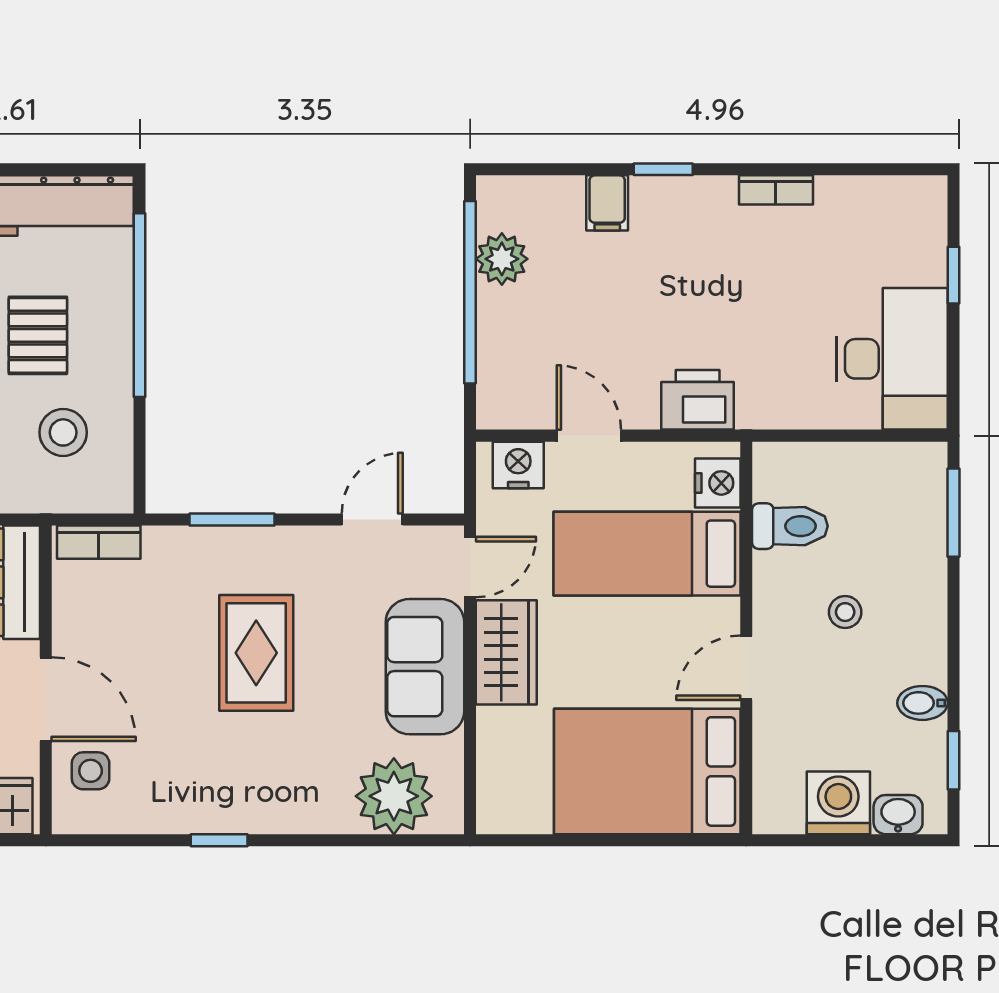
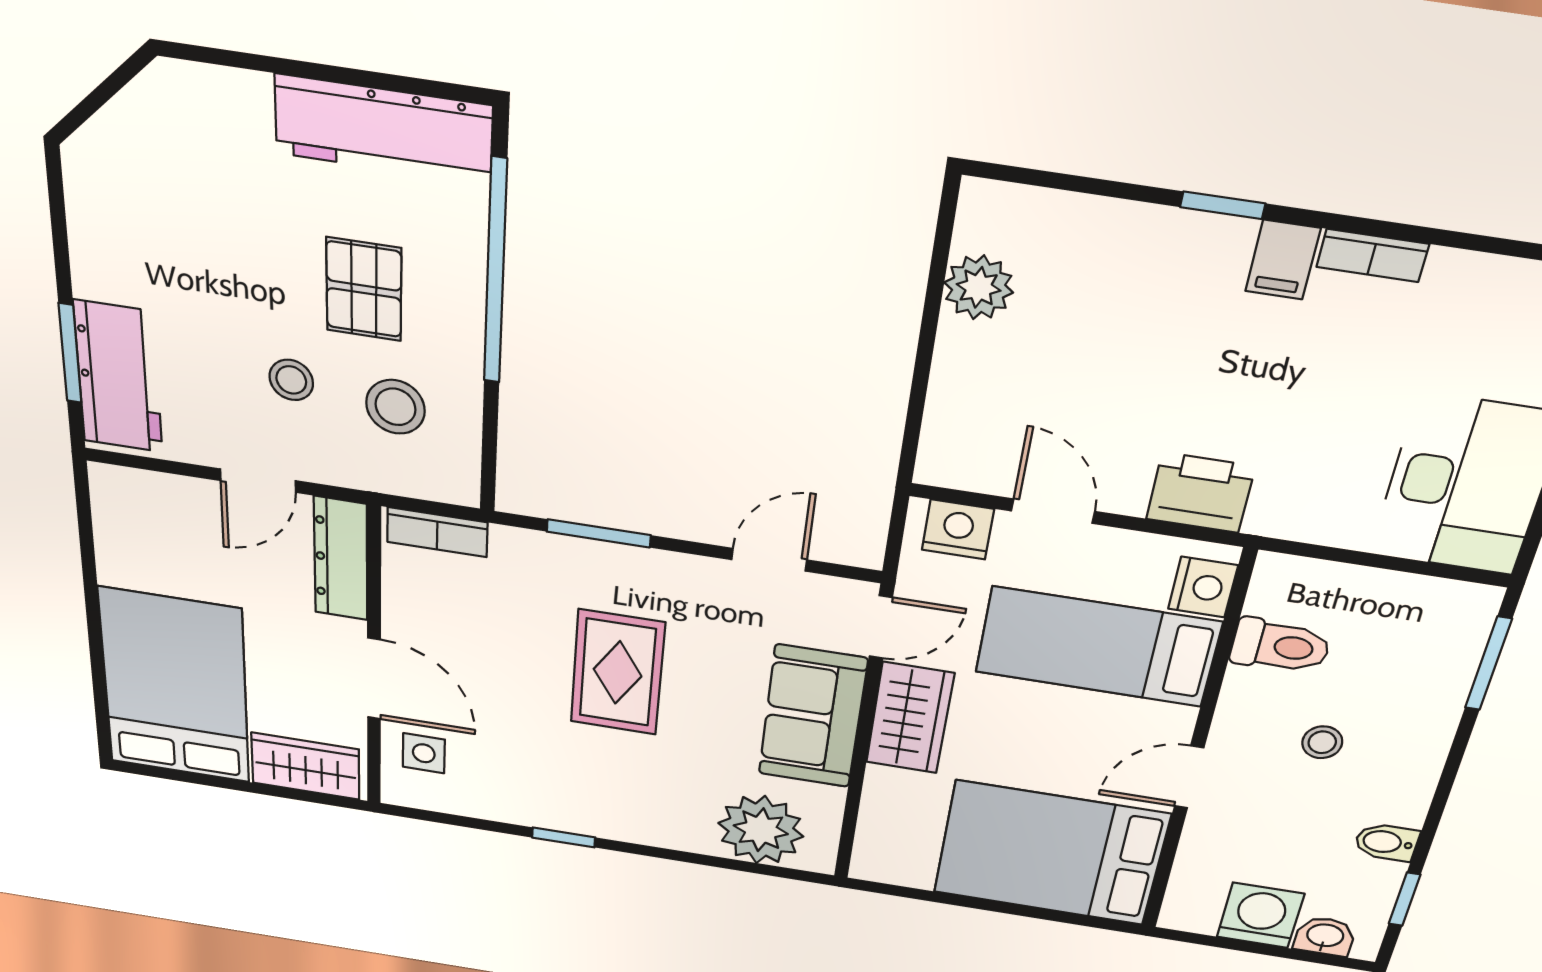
filing cabinet: (607, 203) -> (1283, 260), moved
window: (470, 292) -> (930, 322), removed

